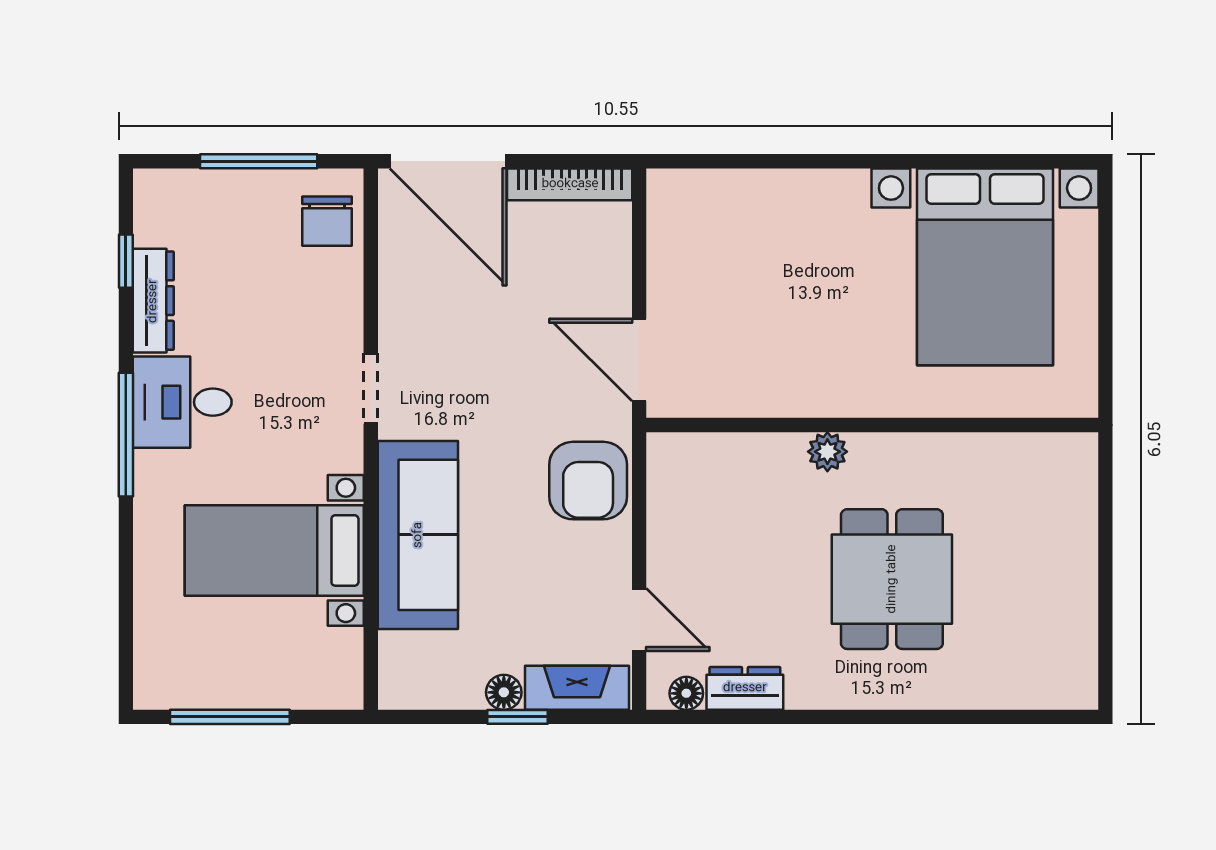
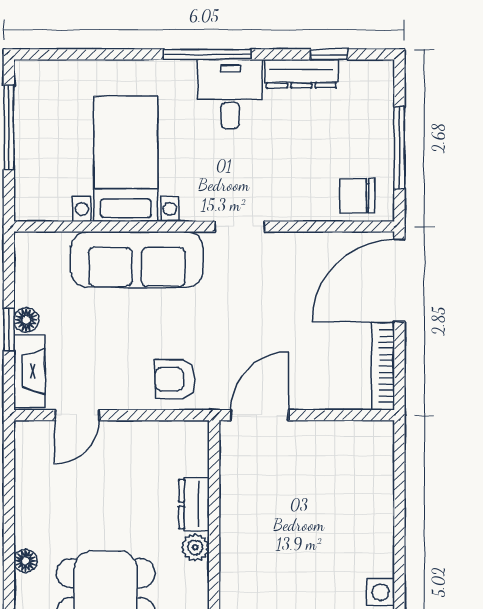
armchair: (588, 481) -> (175, 379), width x0.72, depth x0.72
dresser: (745, 688) -> (194, 504), moved, turned 180
floor lamp: (686, 693) -> (25, 561), moved

